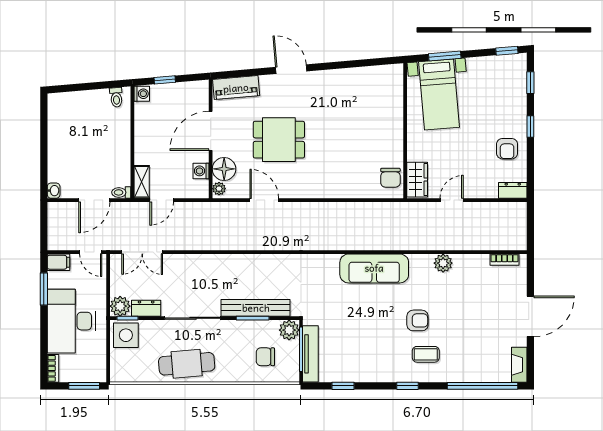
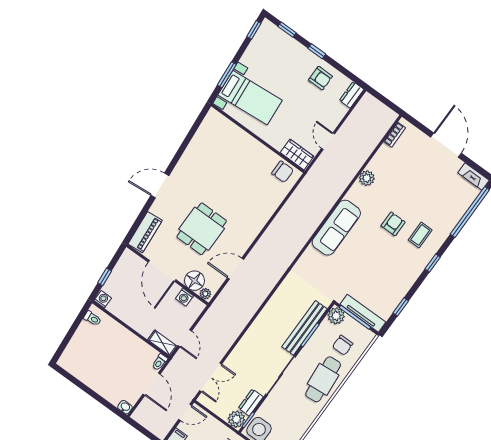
cafe table: (187, 364) -> (323, 379), moved

